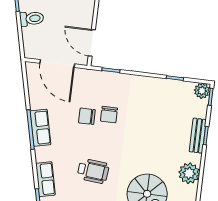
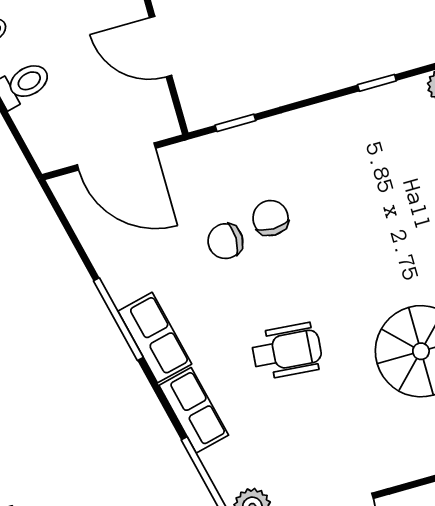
door: (92, 43) -> (161, 47), moved
chair: (109, 115) -> (271, 218), turned 180
row of seats: (40, 128) -> (155, 338), moved

